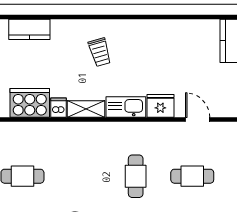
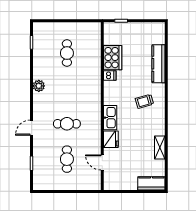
kitchen counter: (29, 29) -> (159, 64), width x1.50
shelving: (86, 109) -> (160, 147), moved
door: (198, 120) -> (102, 162), swing flipped

